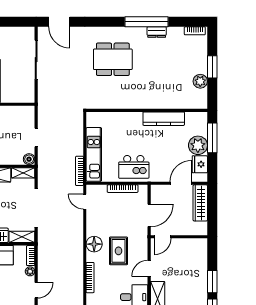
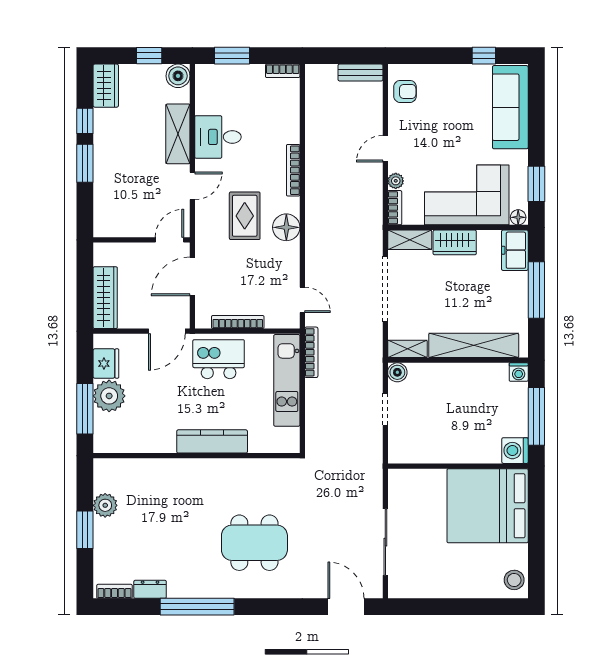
dresser: (157, 32) -> (150, 589), moved
kitchen counter: (164, 119) -> (212, 441), moved
door: (181, 183) -> (167, 331), moved

